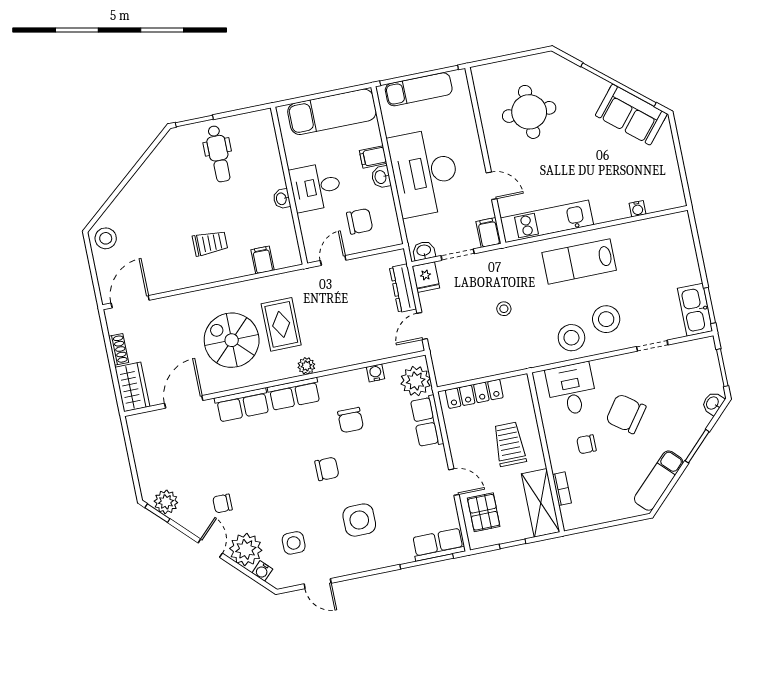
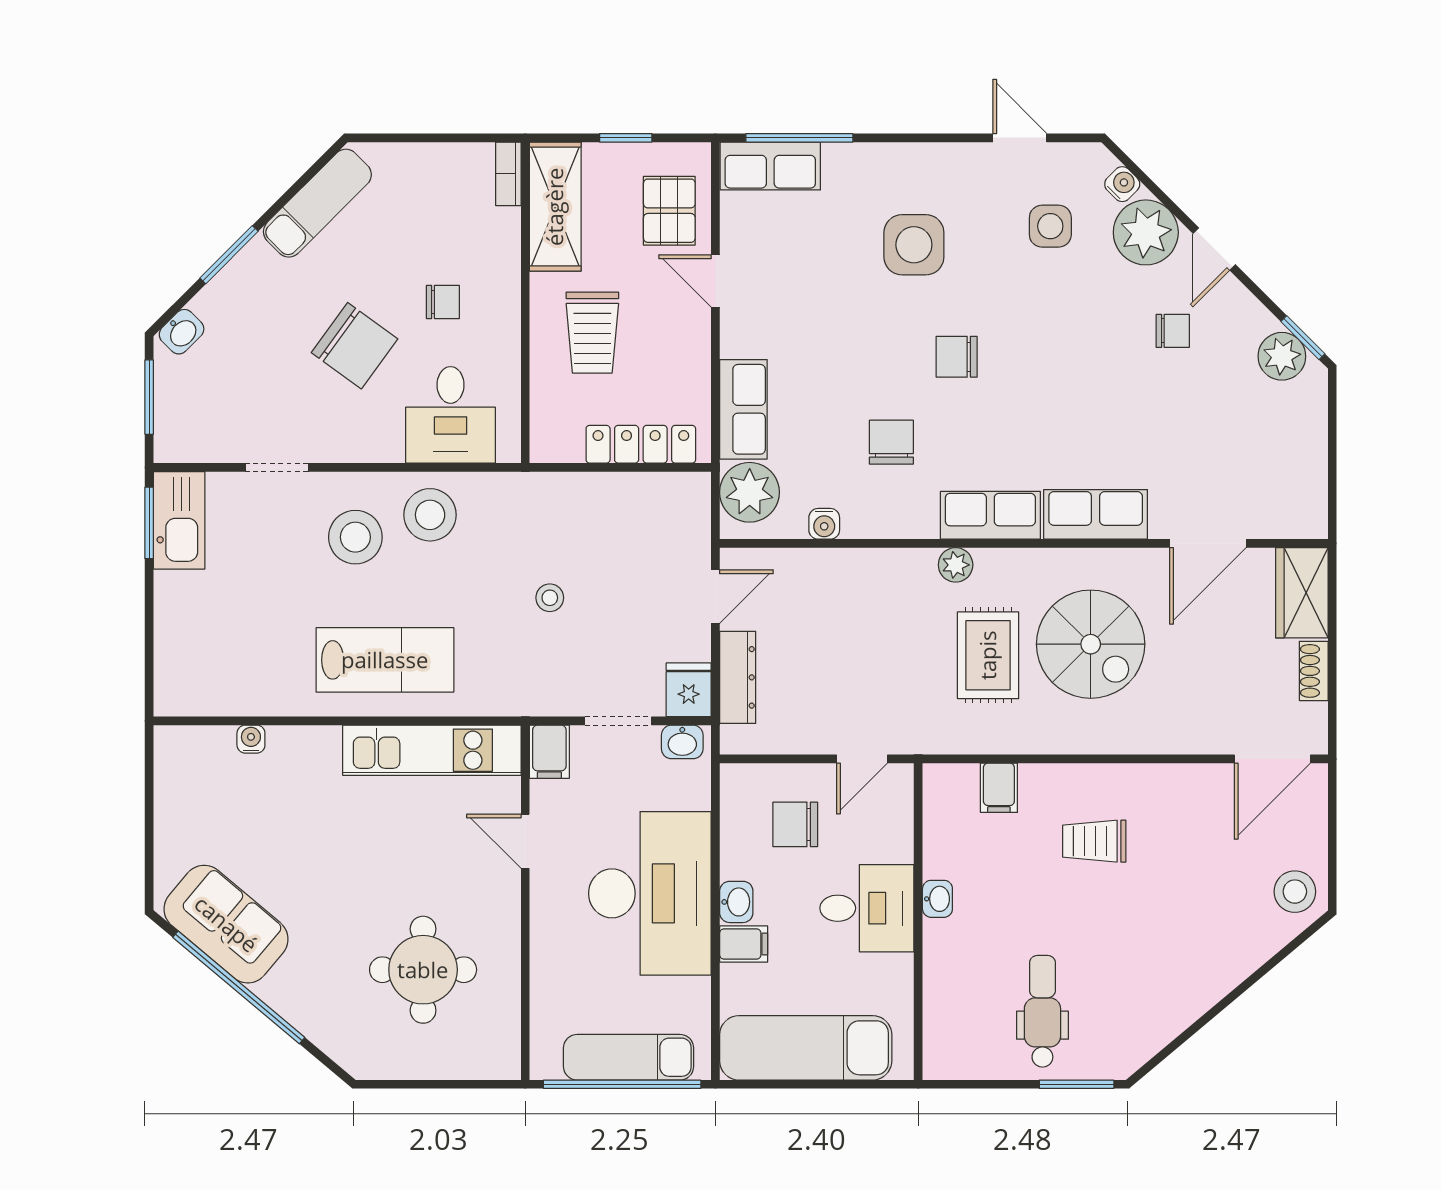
bookcase: (562, 489) -> (508, 174), moved

